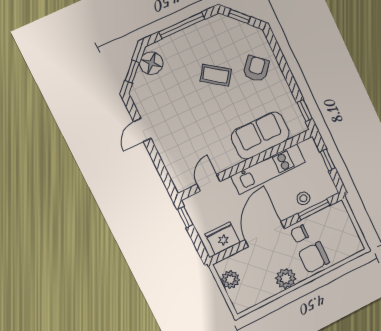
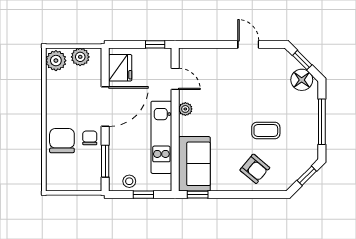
coffee table: (216, 75) -> (266, 131), turned 55
sofa: (260, 136) -> (194, 164), moved
plant: (232, 160) -> (185, 109), added
stool: (303, 198) -> (129, 181), moved
door: (265, 234) -> (105, 107), hinge flipped
plant: (286, 278) -> (56, 61), moved

